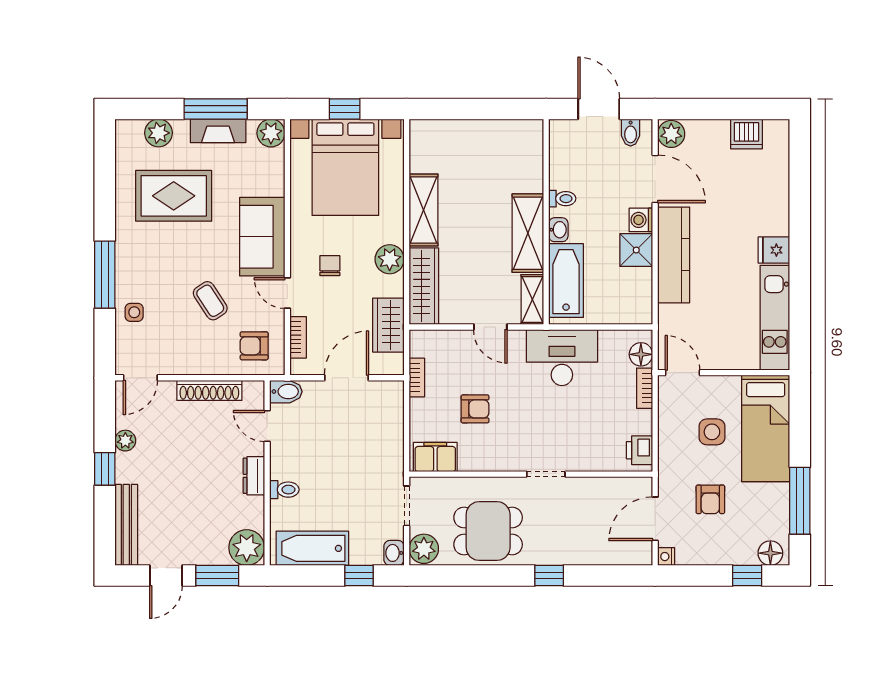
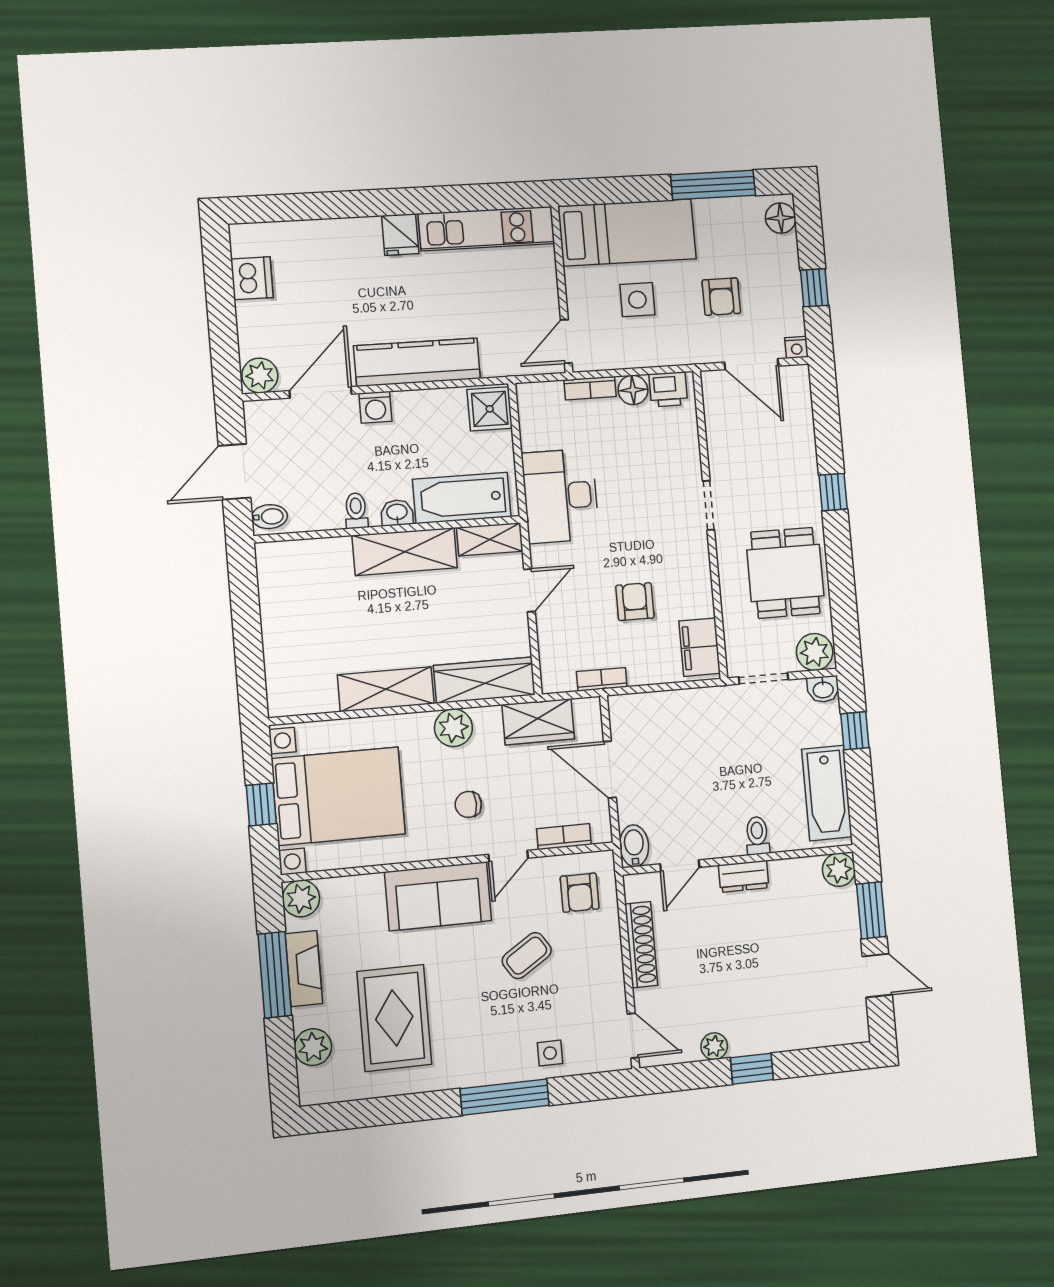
bidet: (631, 133) -> (269, 517), moved
shower: (636, 250) -> (490, 409), moved
floor lamp: (641, 354) -> (633, 390), moved
armchair: (710, 499) -> (721, 297), turned 90
bench: (126, 525) -> (819, 1033), removed
plant: (247, 548) -> (839, 870), width x0.73, depth x0.73
window: (747, 576) -> (814, 288), moved

